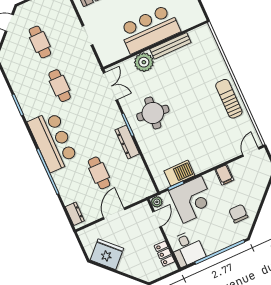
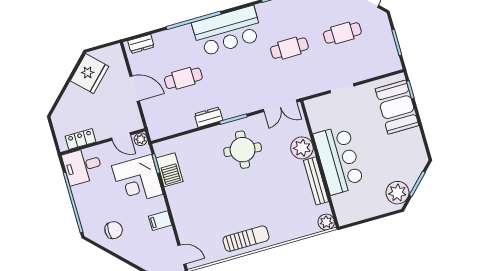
plant: (204, 32) -> (326, 222), added
dresser: (127, 142) -> (209, 117), width x0.70

